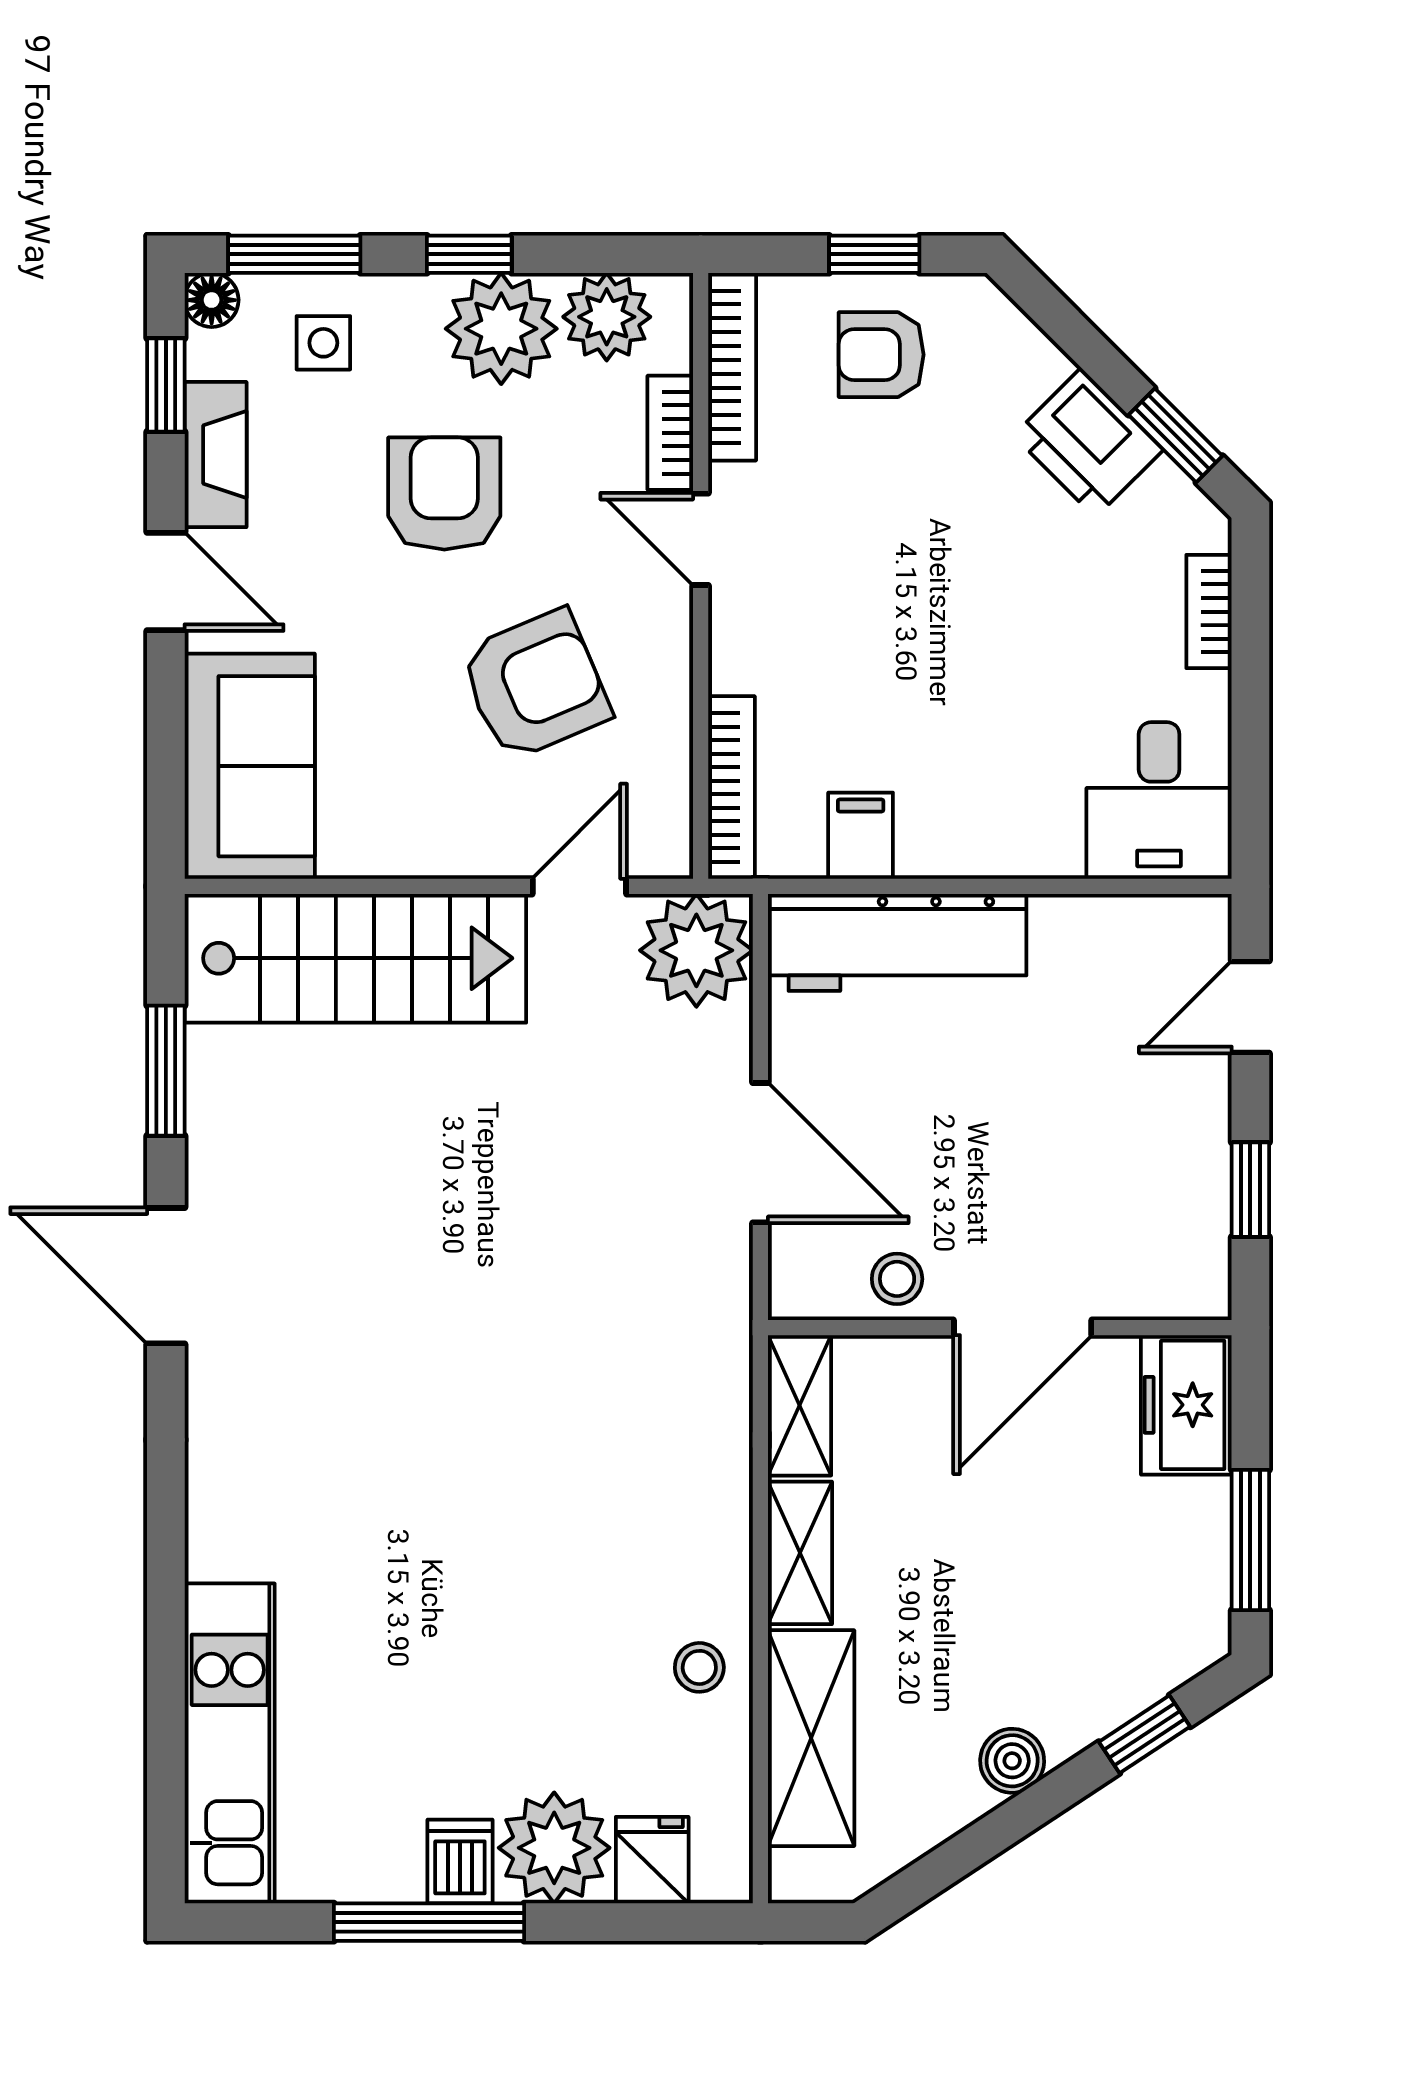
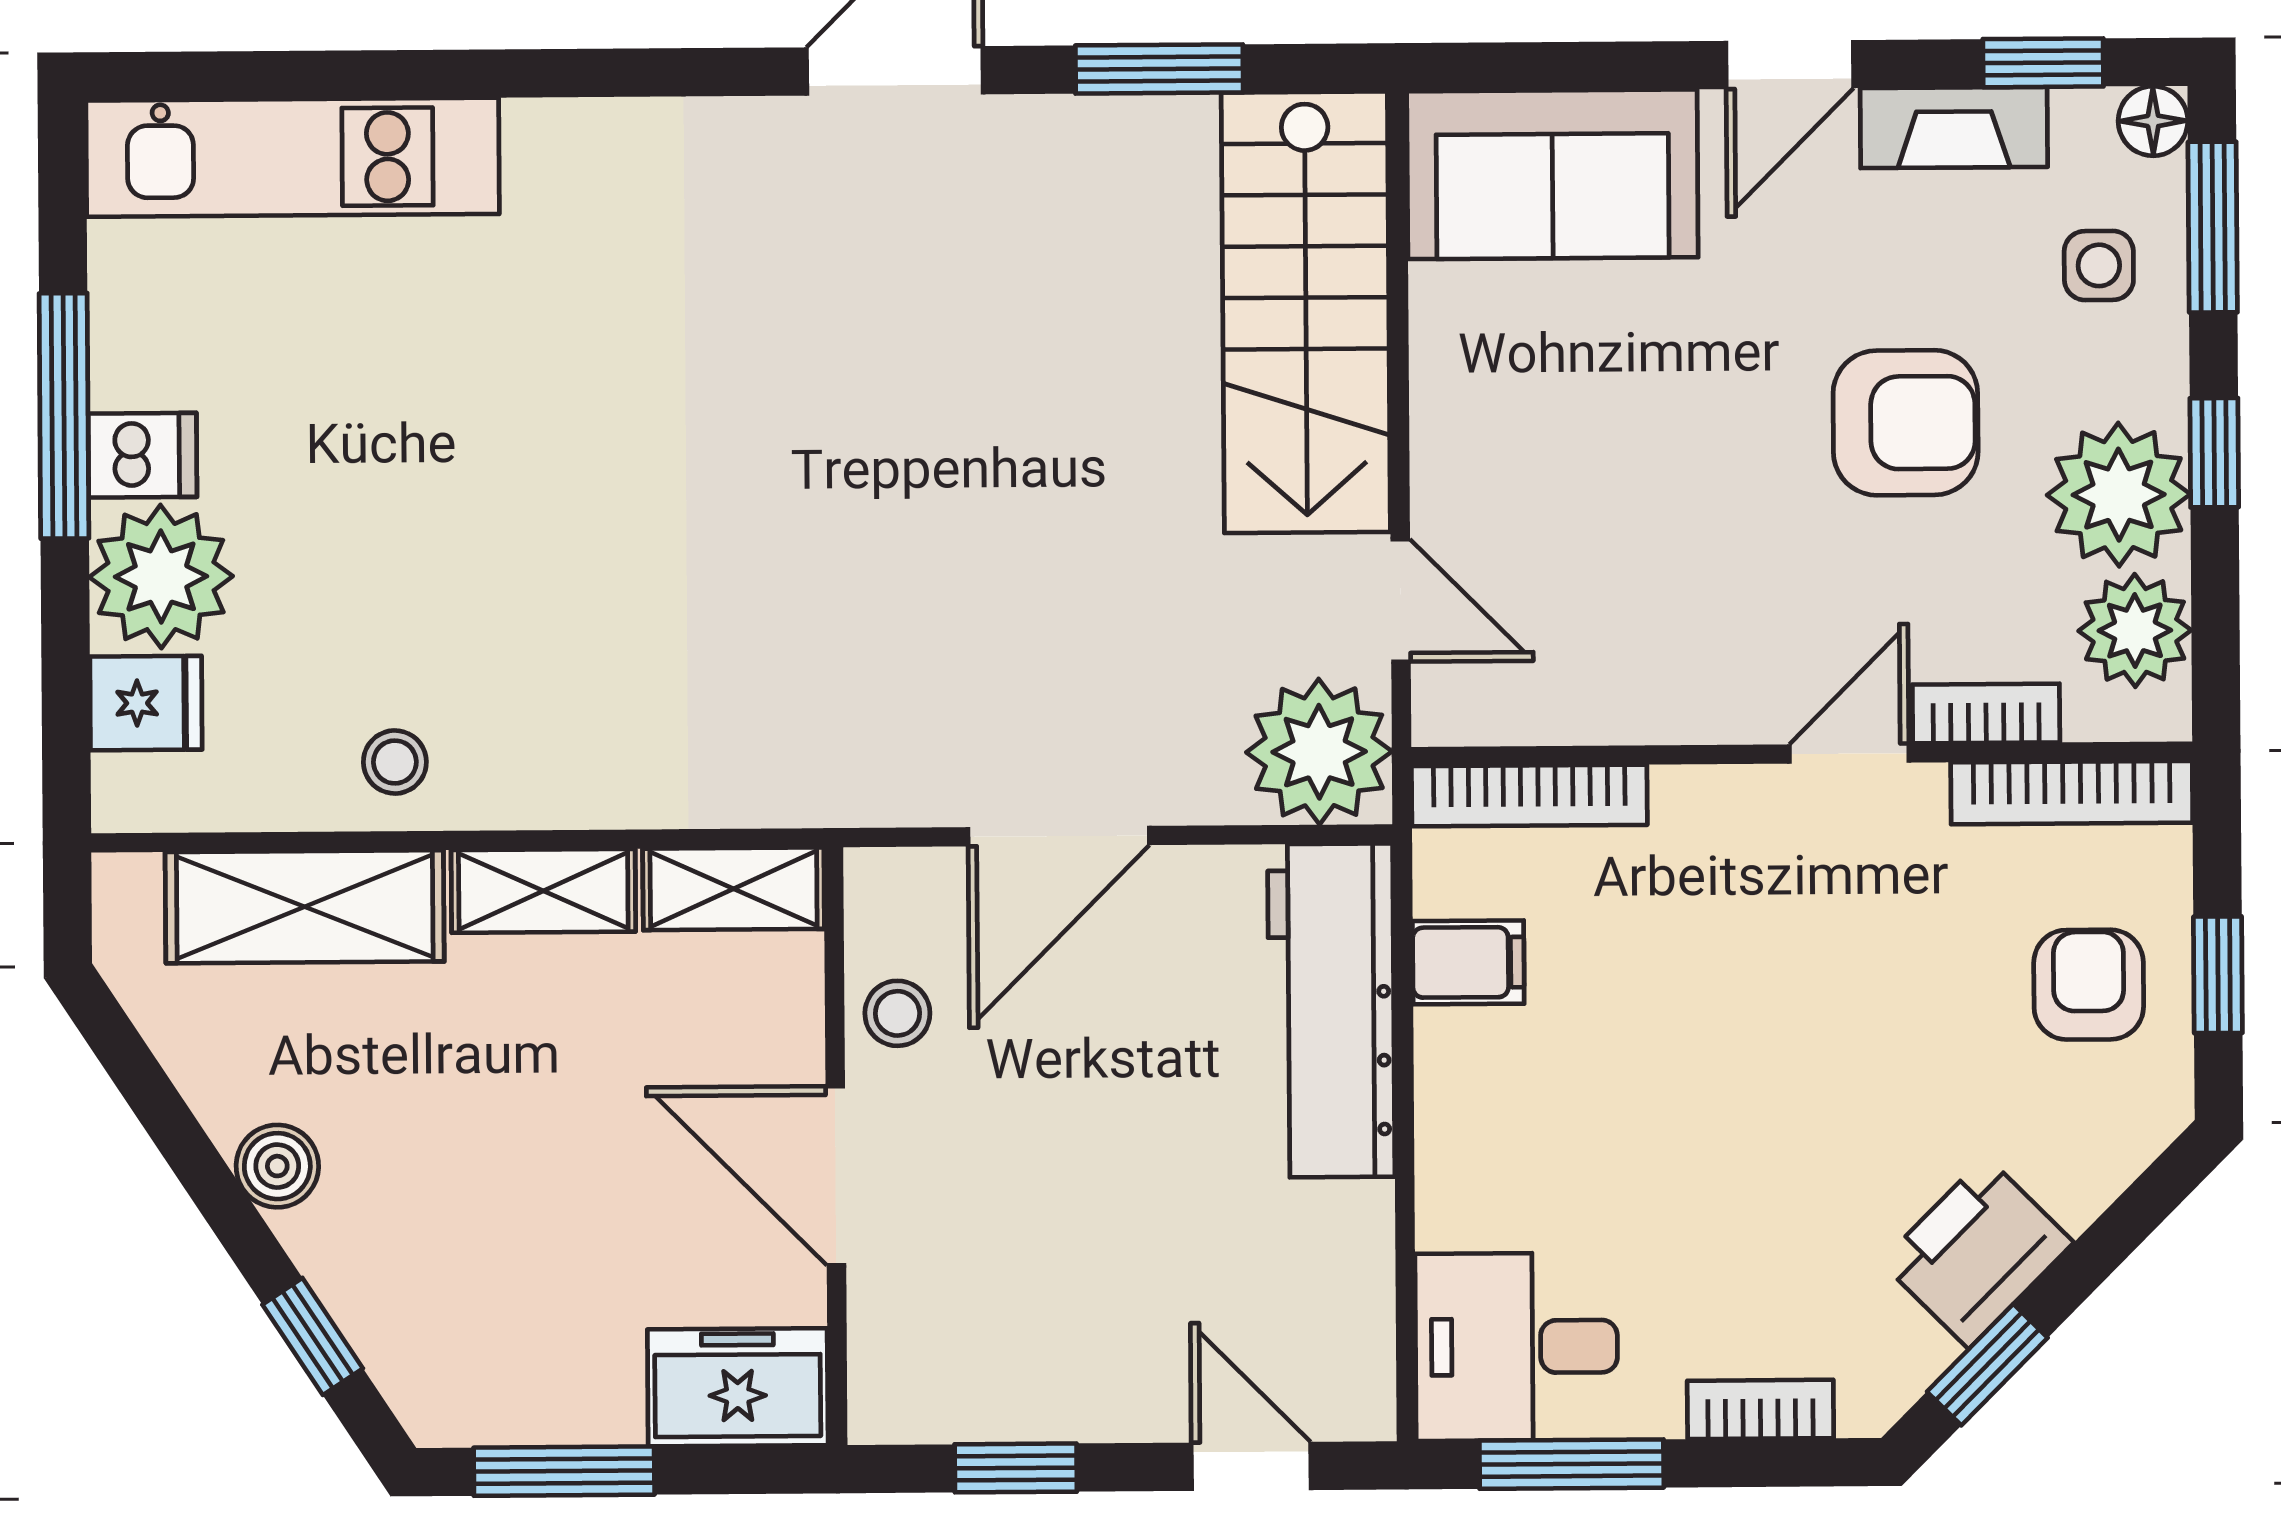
armchair: (535, 685) -> (1660, 541), removed
window: (1250, 758) -> (1572, 1464), added

